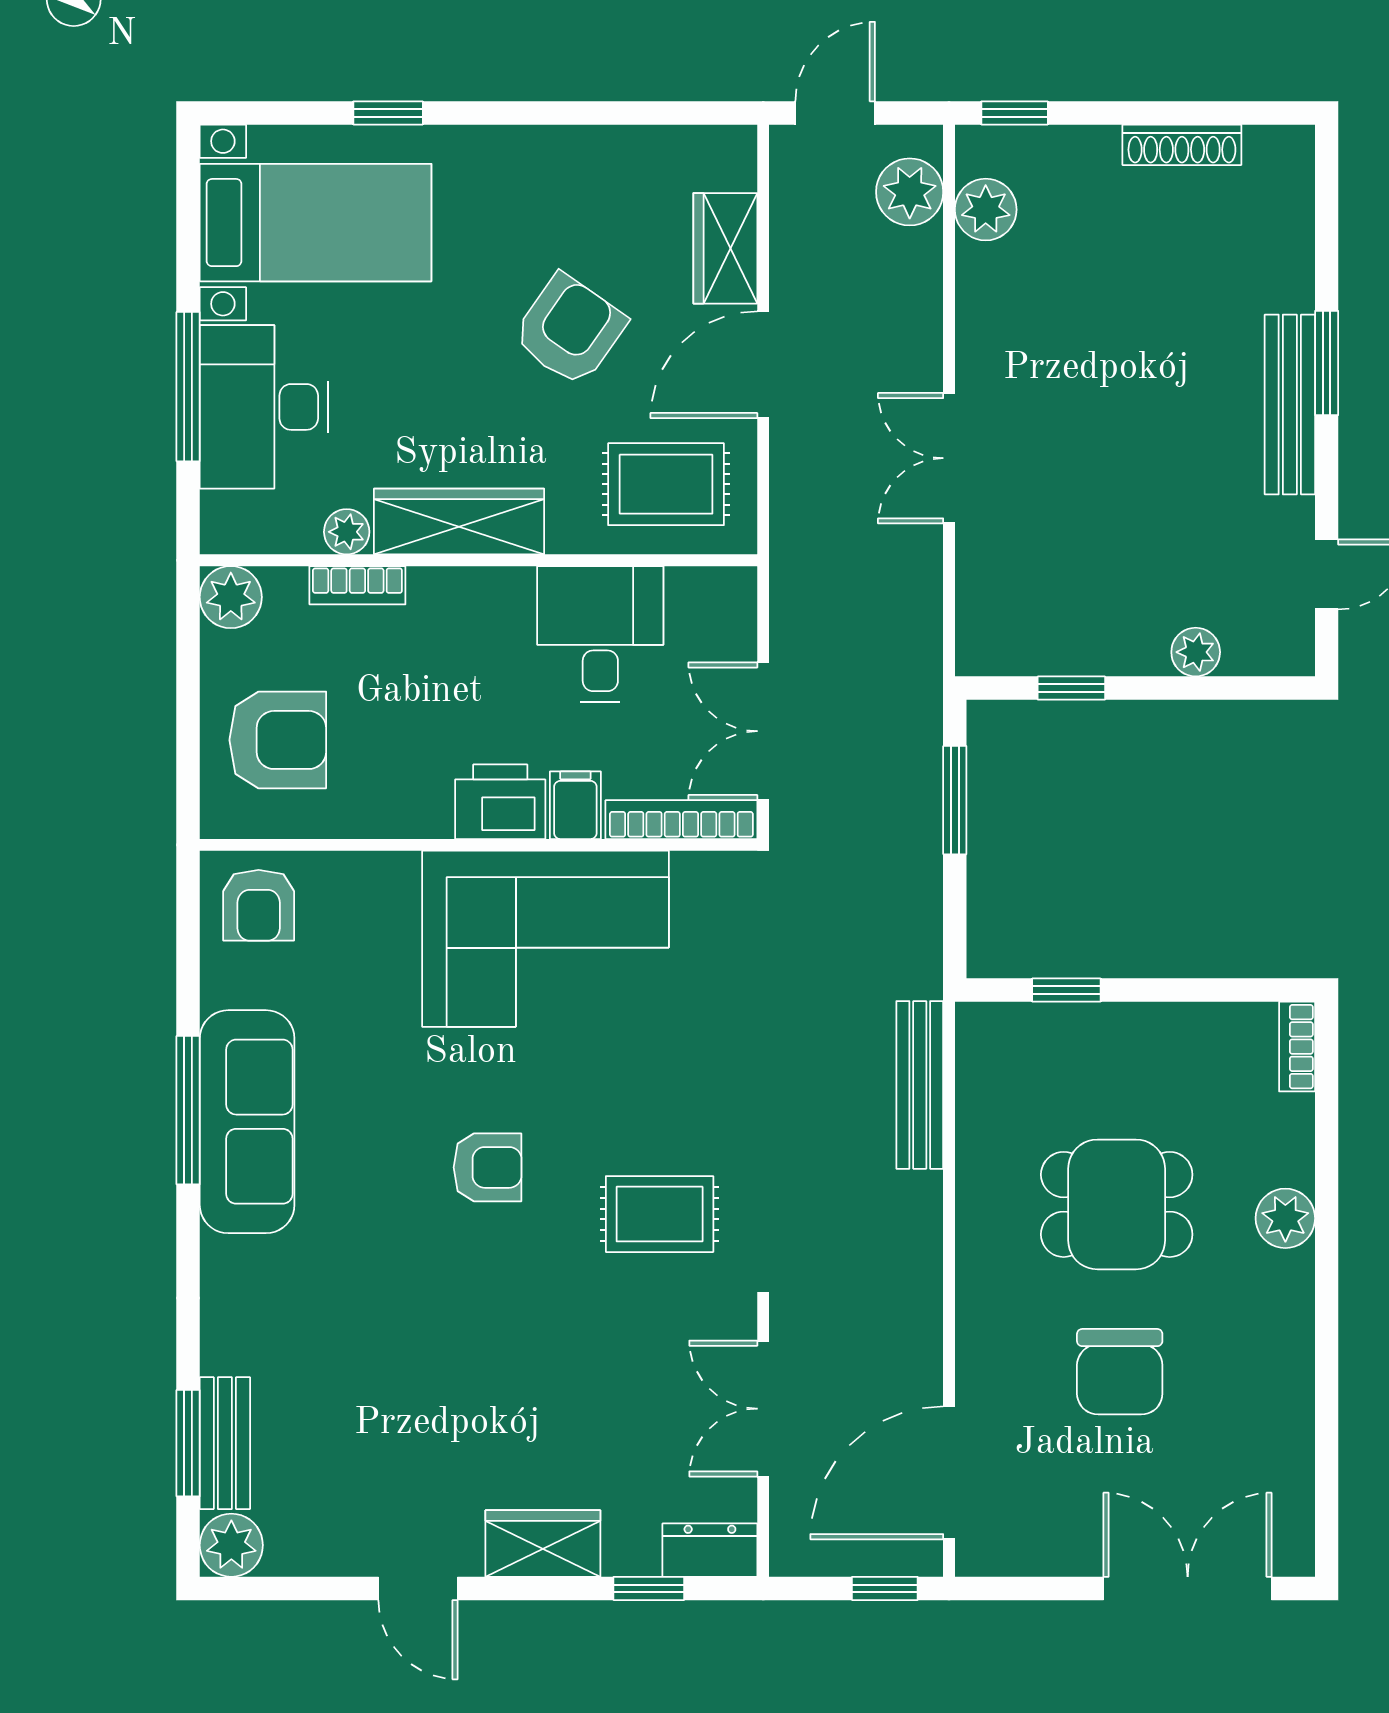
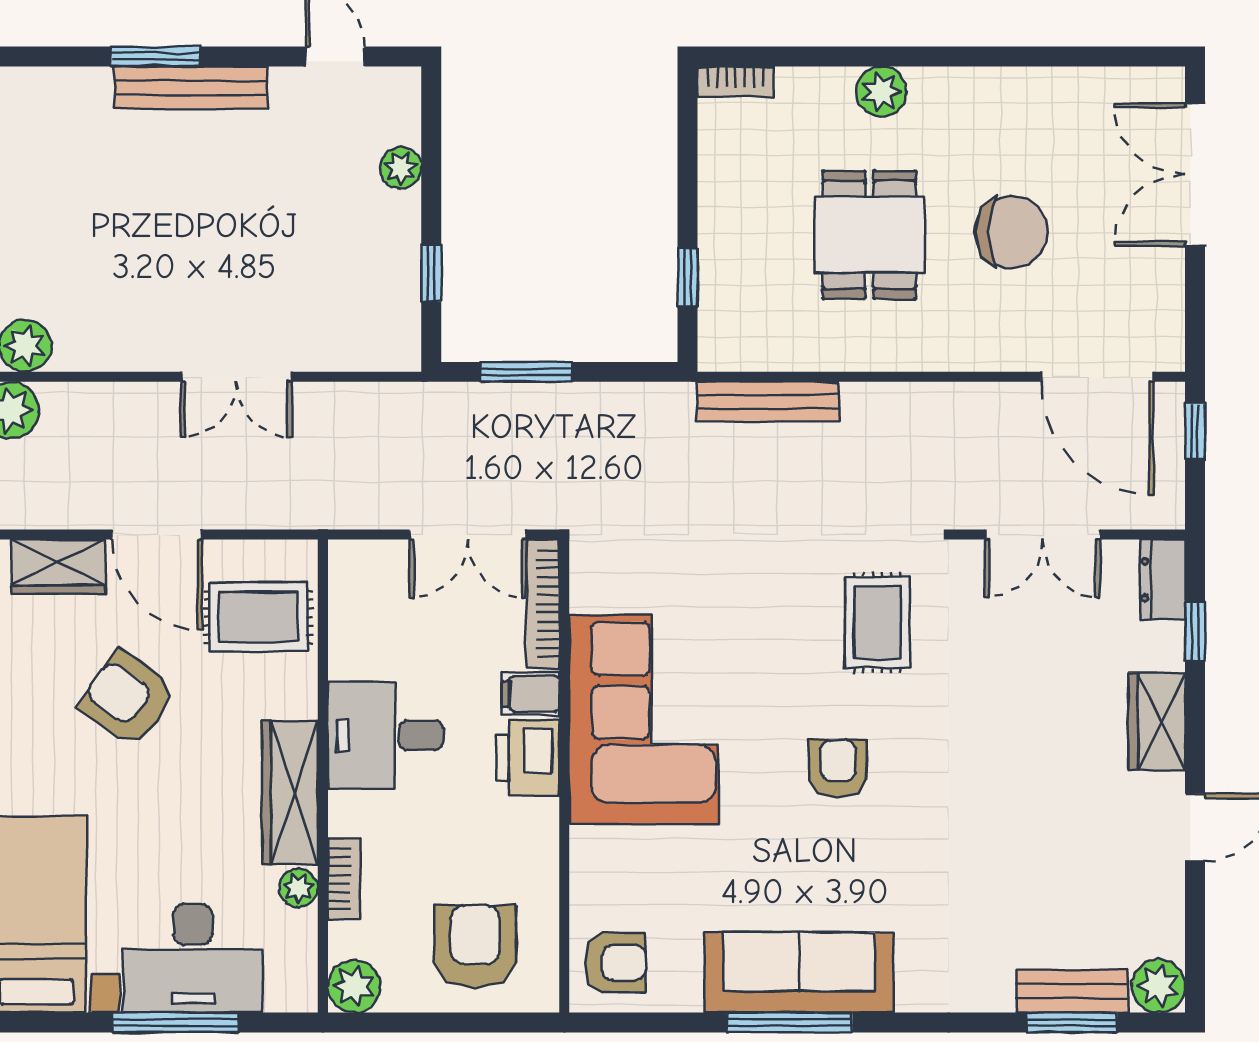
rug: (666, 484) -> (258, 617), turned 90
desk: (600, 634) -> (385, 735), moved

